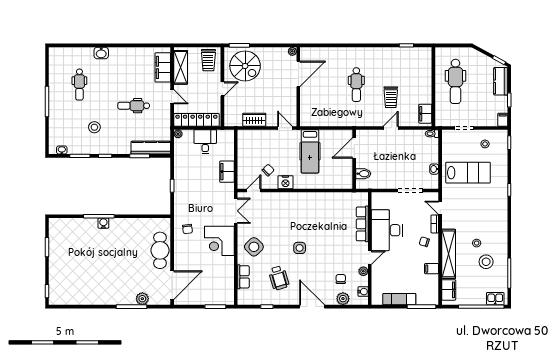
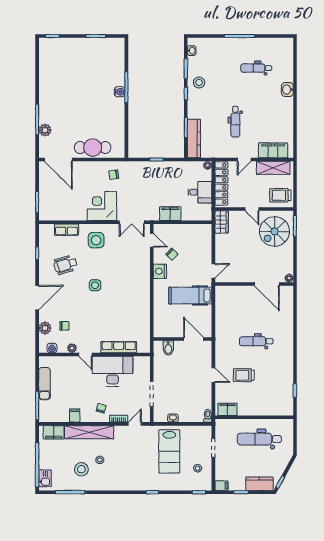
dental chair: (134, 106) -> (235, 122), turned 180
wardrobe: (254, 120) -> (222, 222), moved
stool: (94, 127) -> (199, 82), moved
side table: (254, 247) -> (96, 240), turned 45

